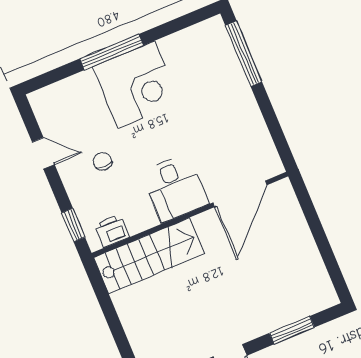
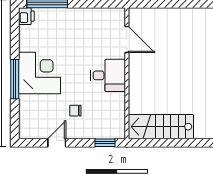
door: (240, 194) -> (127, 39), width x0.73
printer: (112, 231) -> (26, 16), moved, turned 180
stairs: (149, 256) -> (161, 127), moved, turned -90

